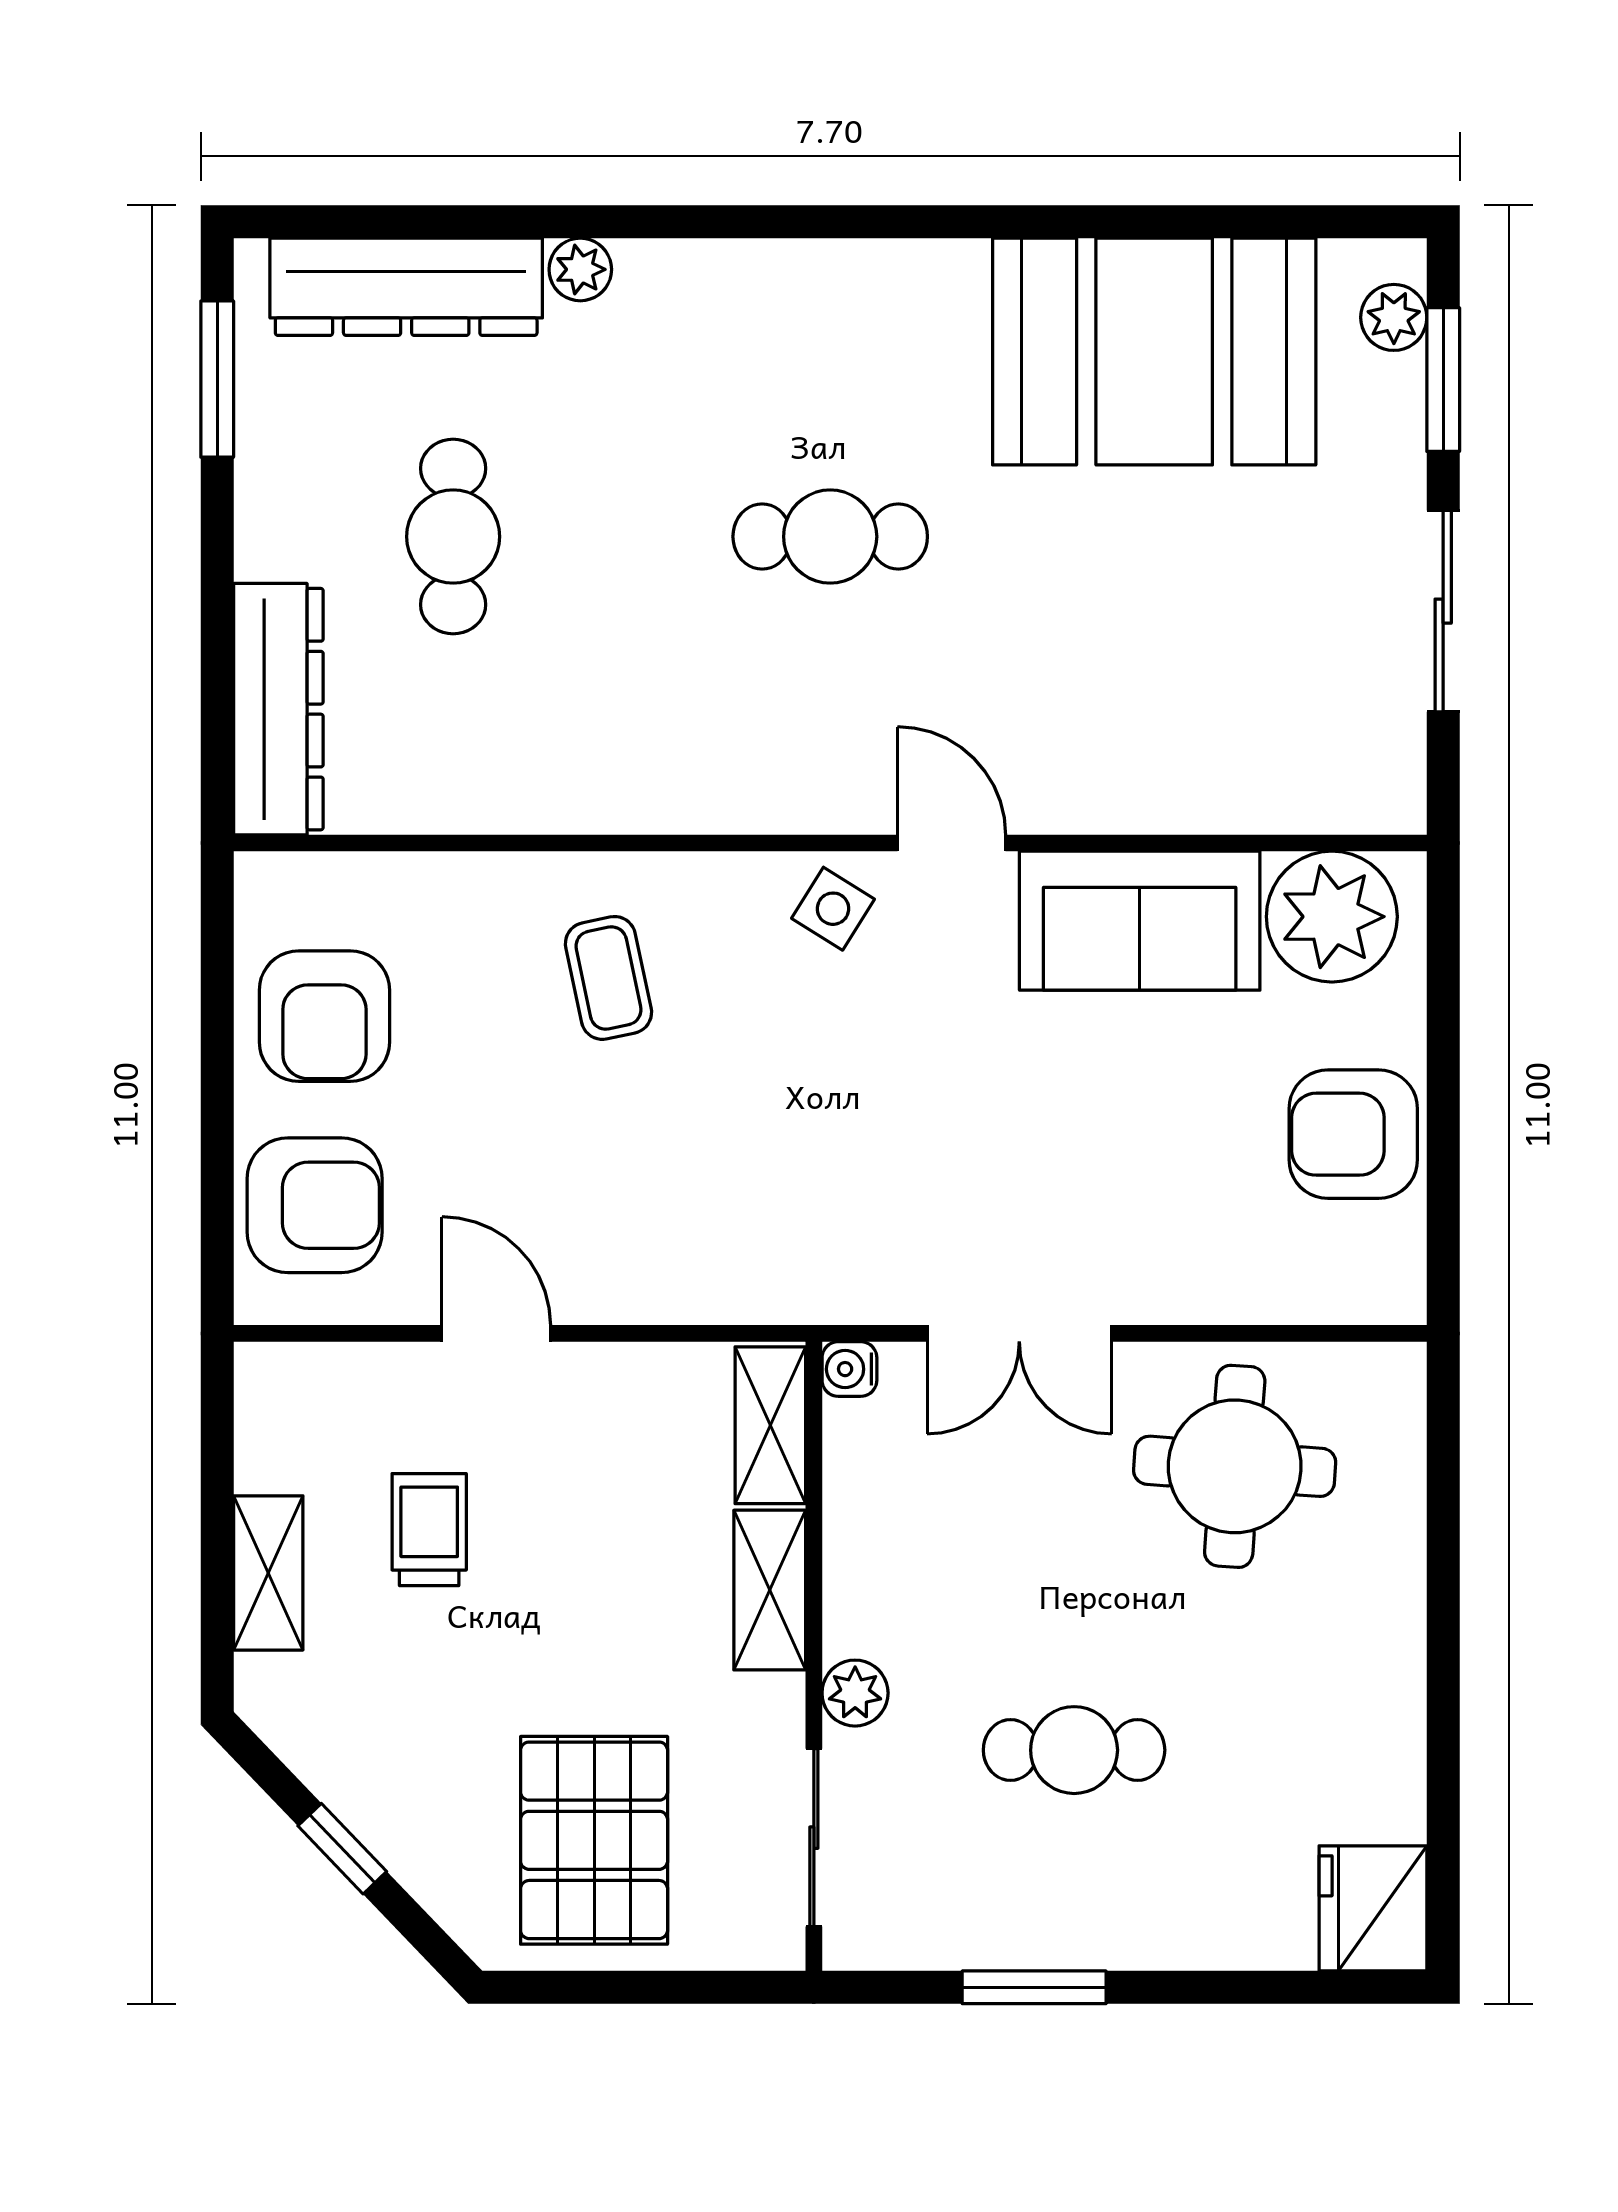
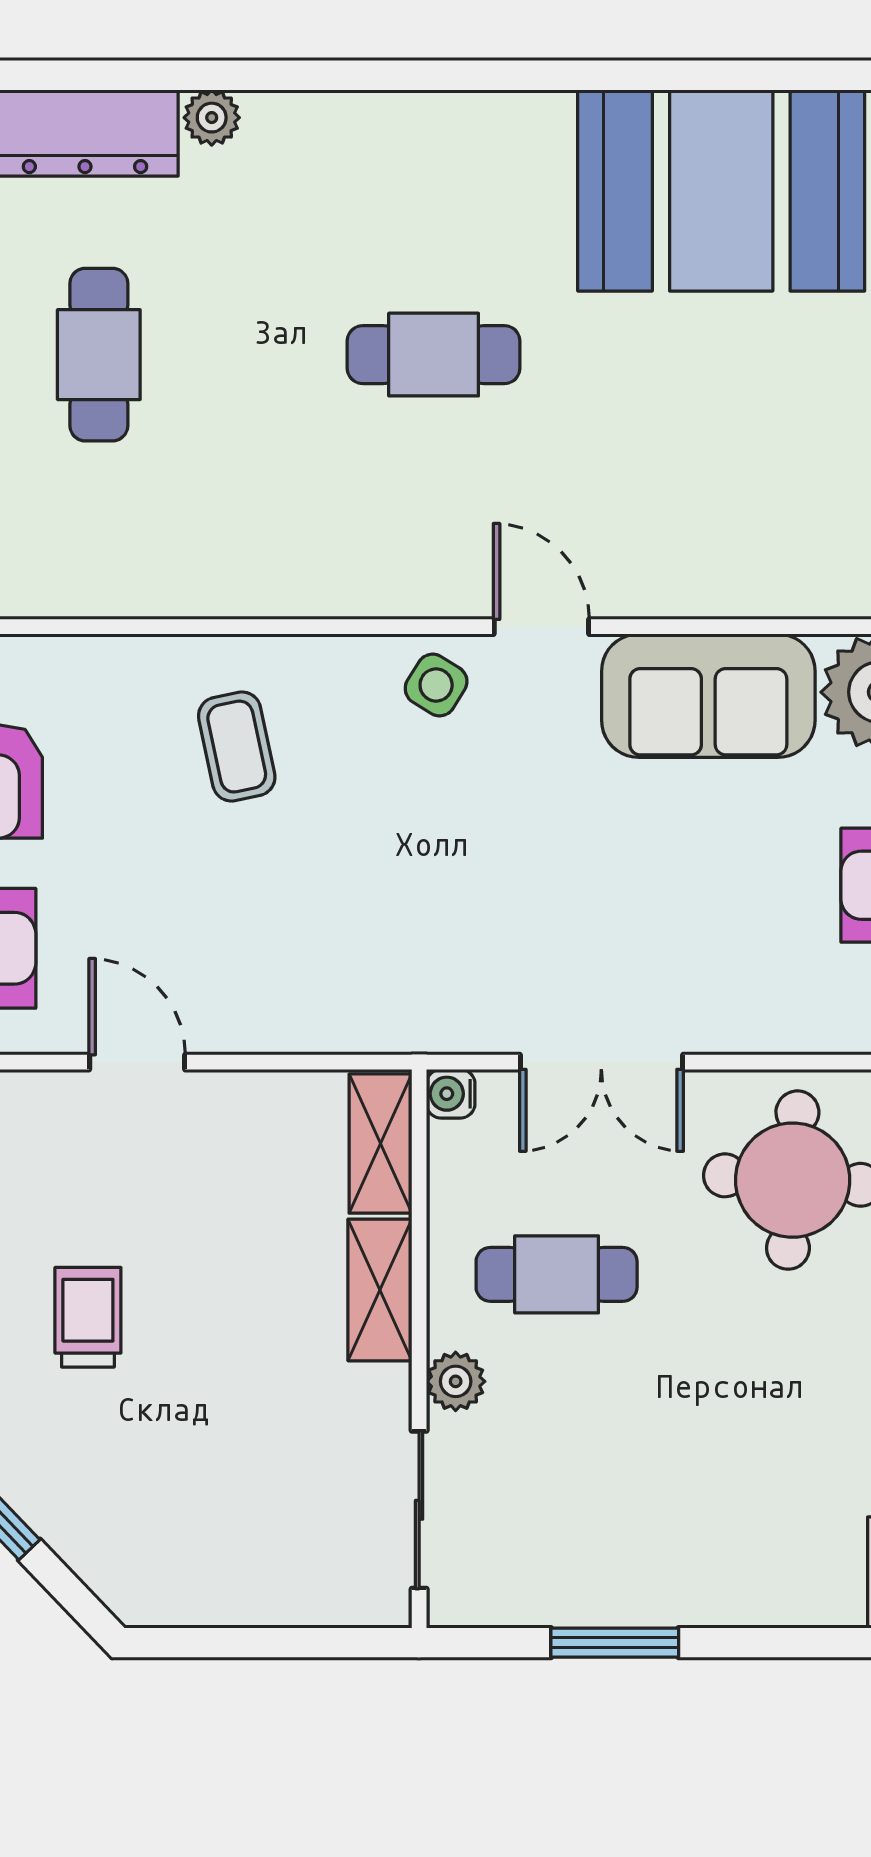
trolley: (429, 1530) -> (88, 1317), moved
cafe table: (1074, 1750) -> (557, 1274), moved
pallet: (594, 1840) -> (224, 1512), removed

